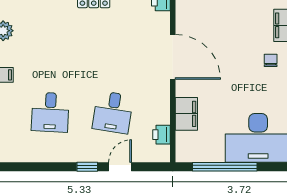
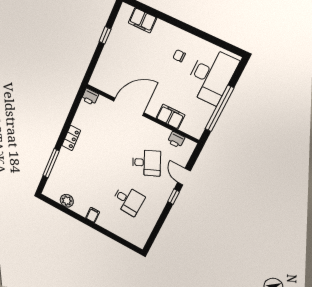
chair: (271, 60) -> (179, 56), moved
desk: (113, 112) -> (146, 163), turned -33

